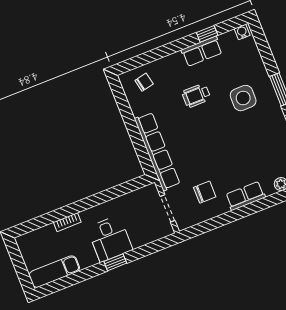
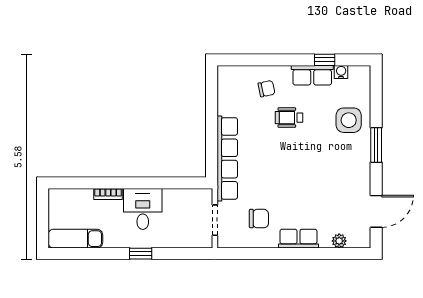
water cooler: (242, 32) -> (341, 72), moved
chair: (144, 82) -> (266, 89), moved
side table: (243, 98) -> (349, 120), moved
desk: (110, 239) -> (143, 209), moved, turned 180

